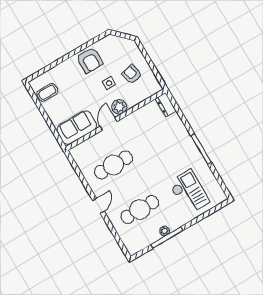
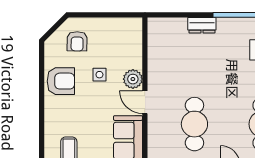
armchair: (132, 74) -> (77, 41), moved, turned -75
dresser: (166, 105) -> (202, 25), moved

